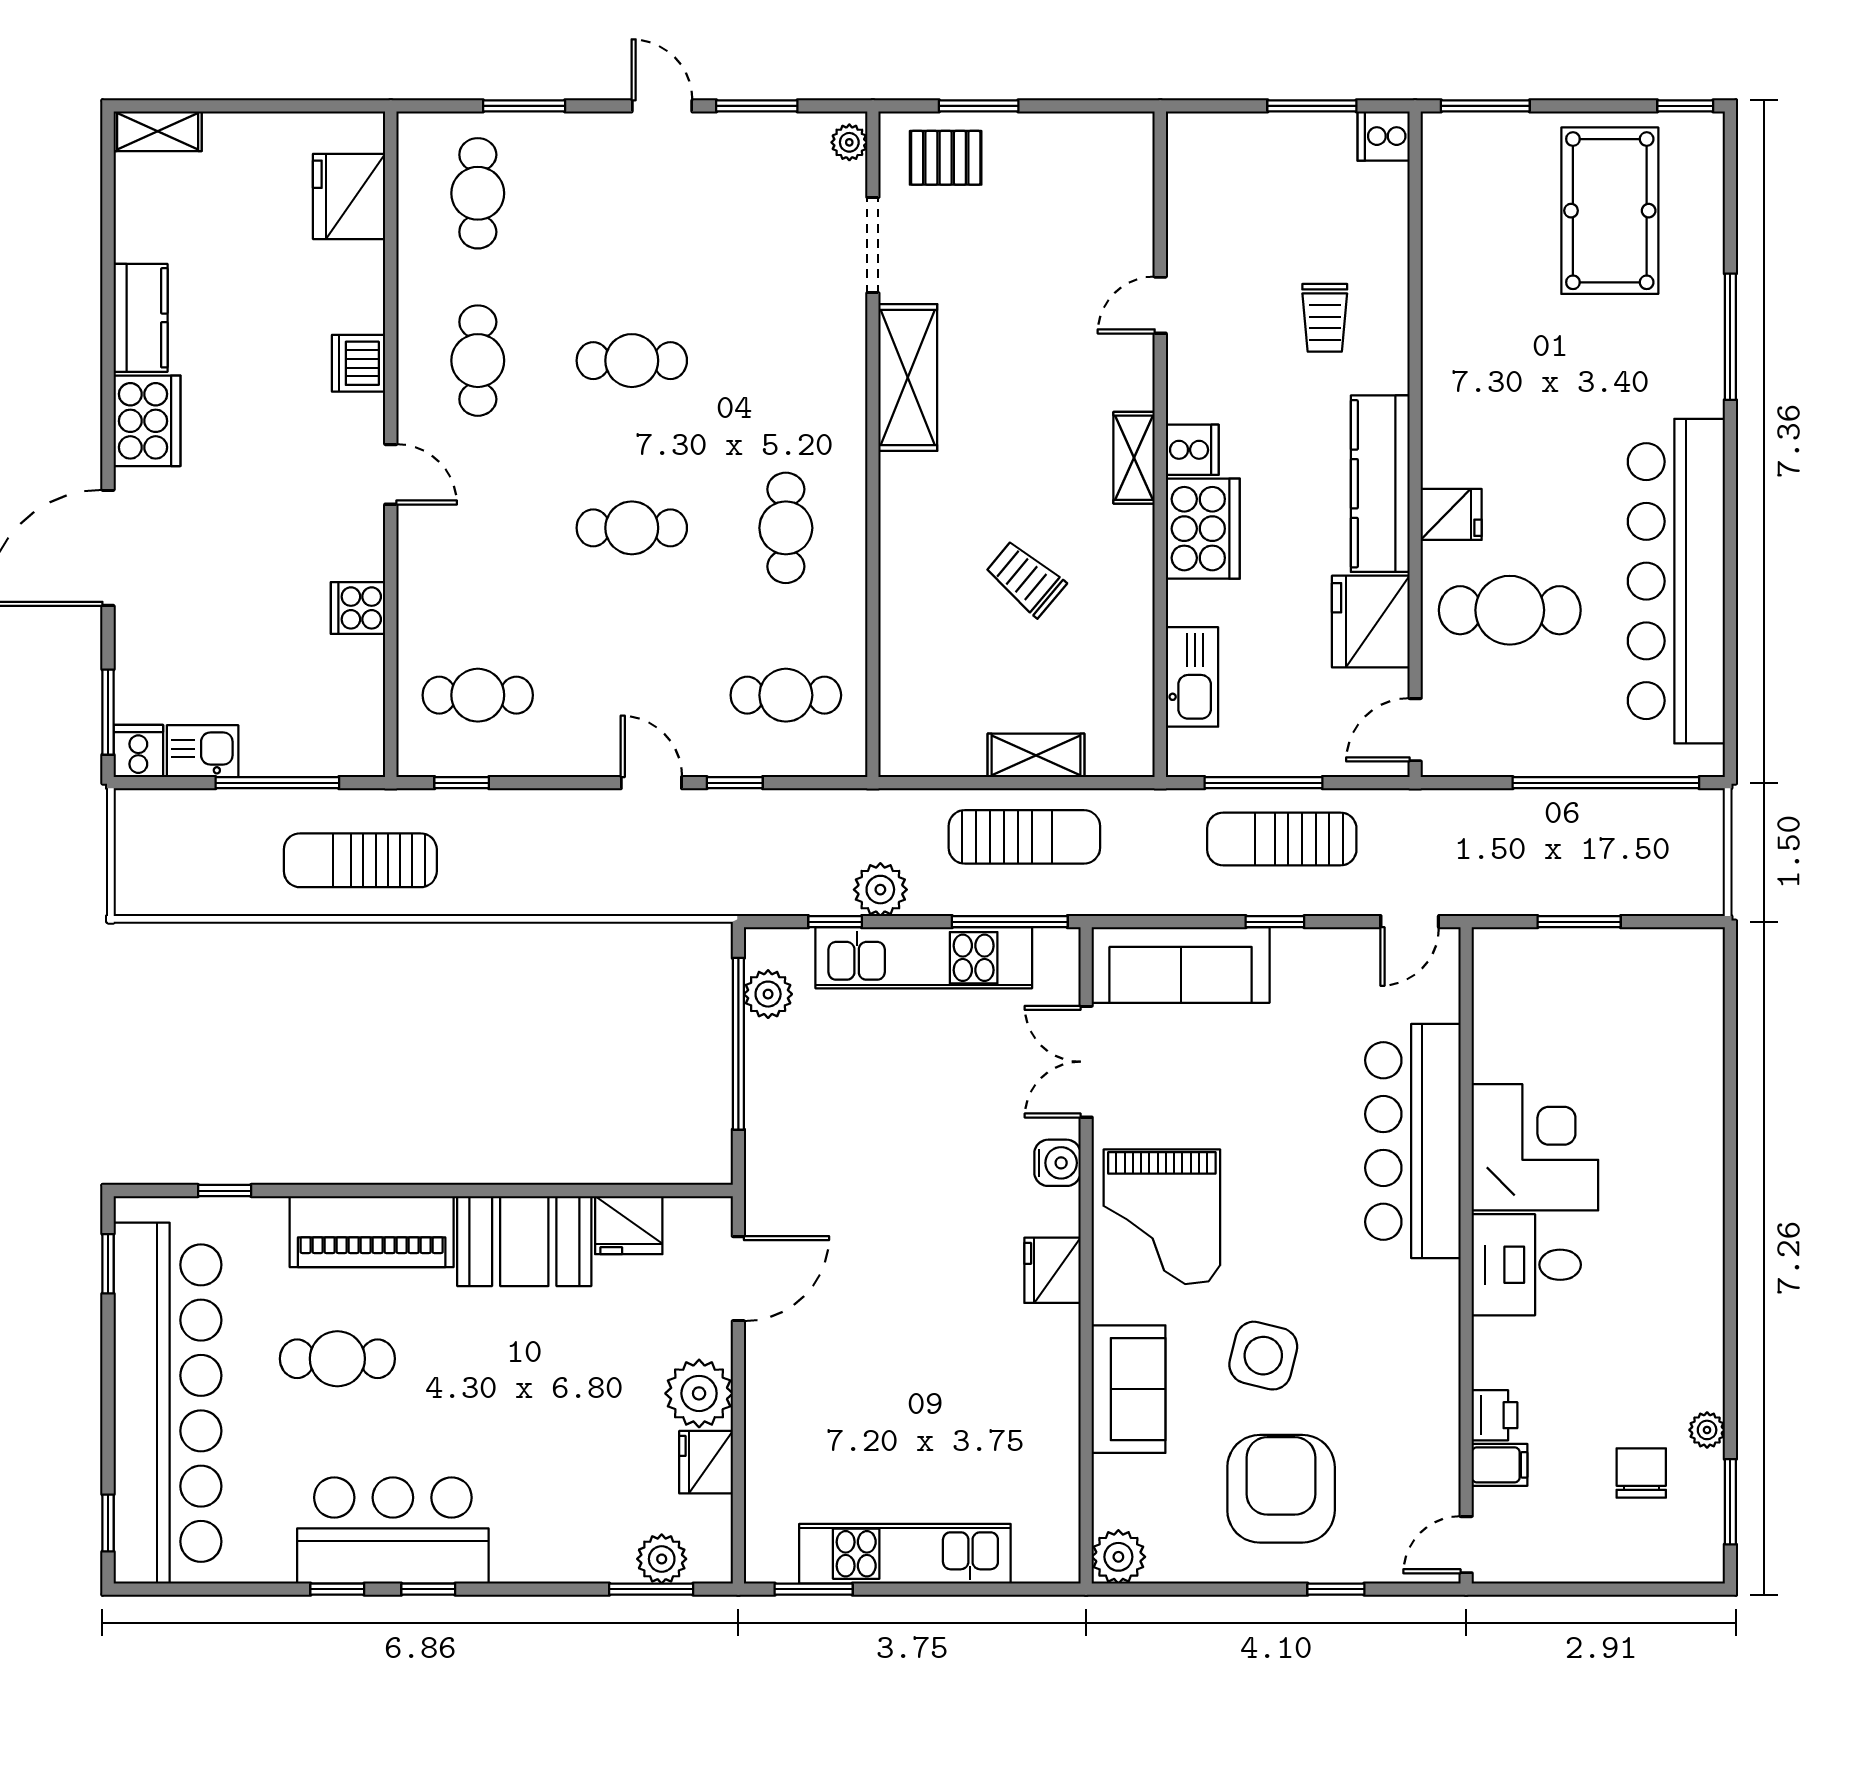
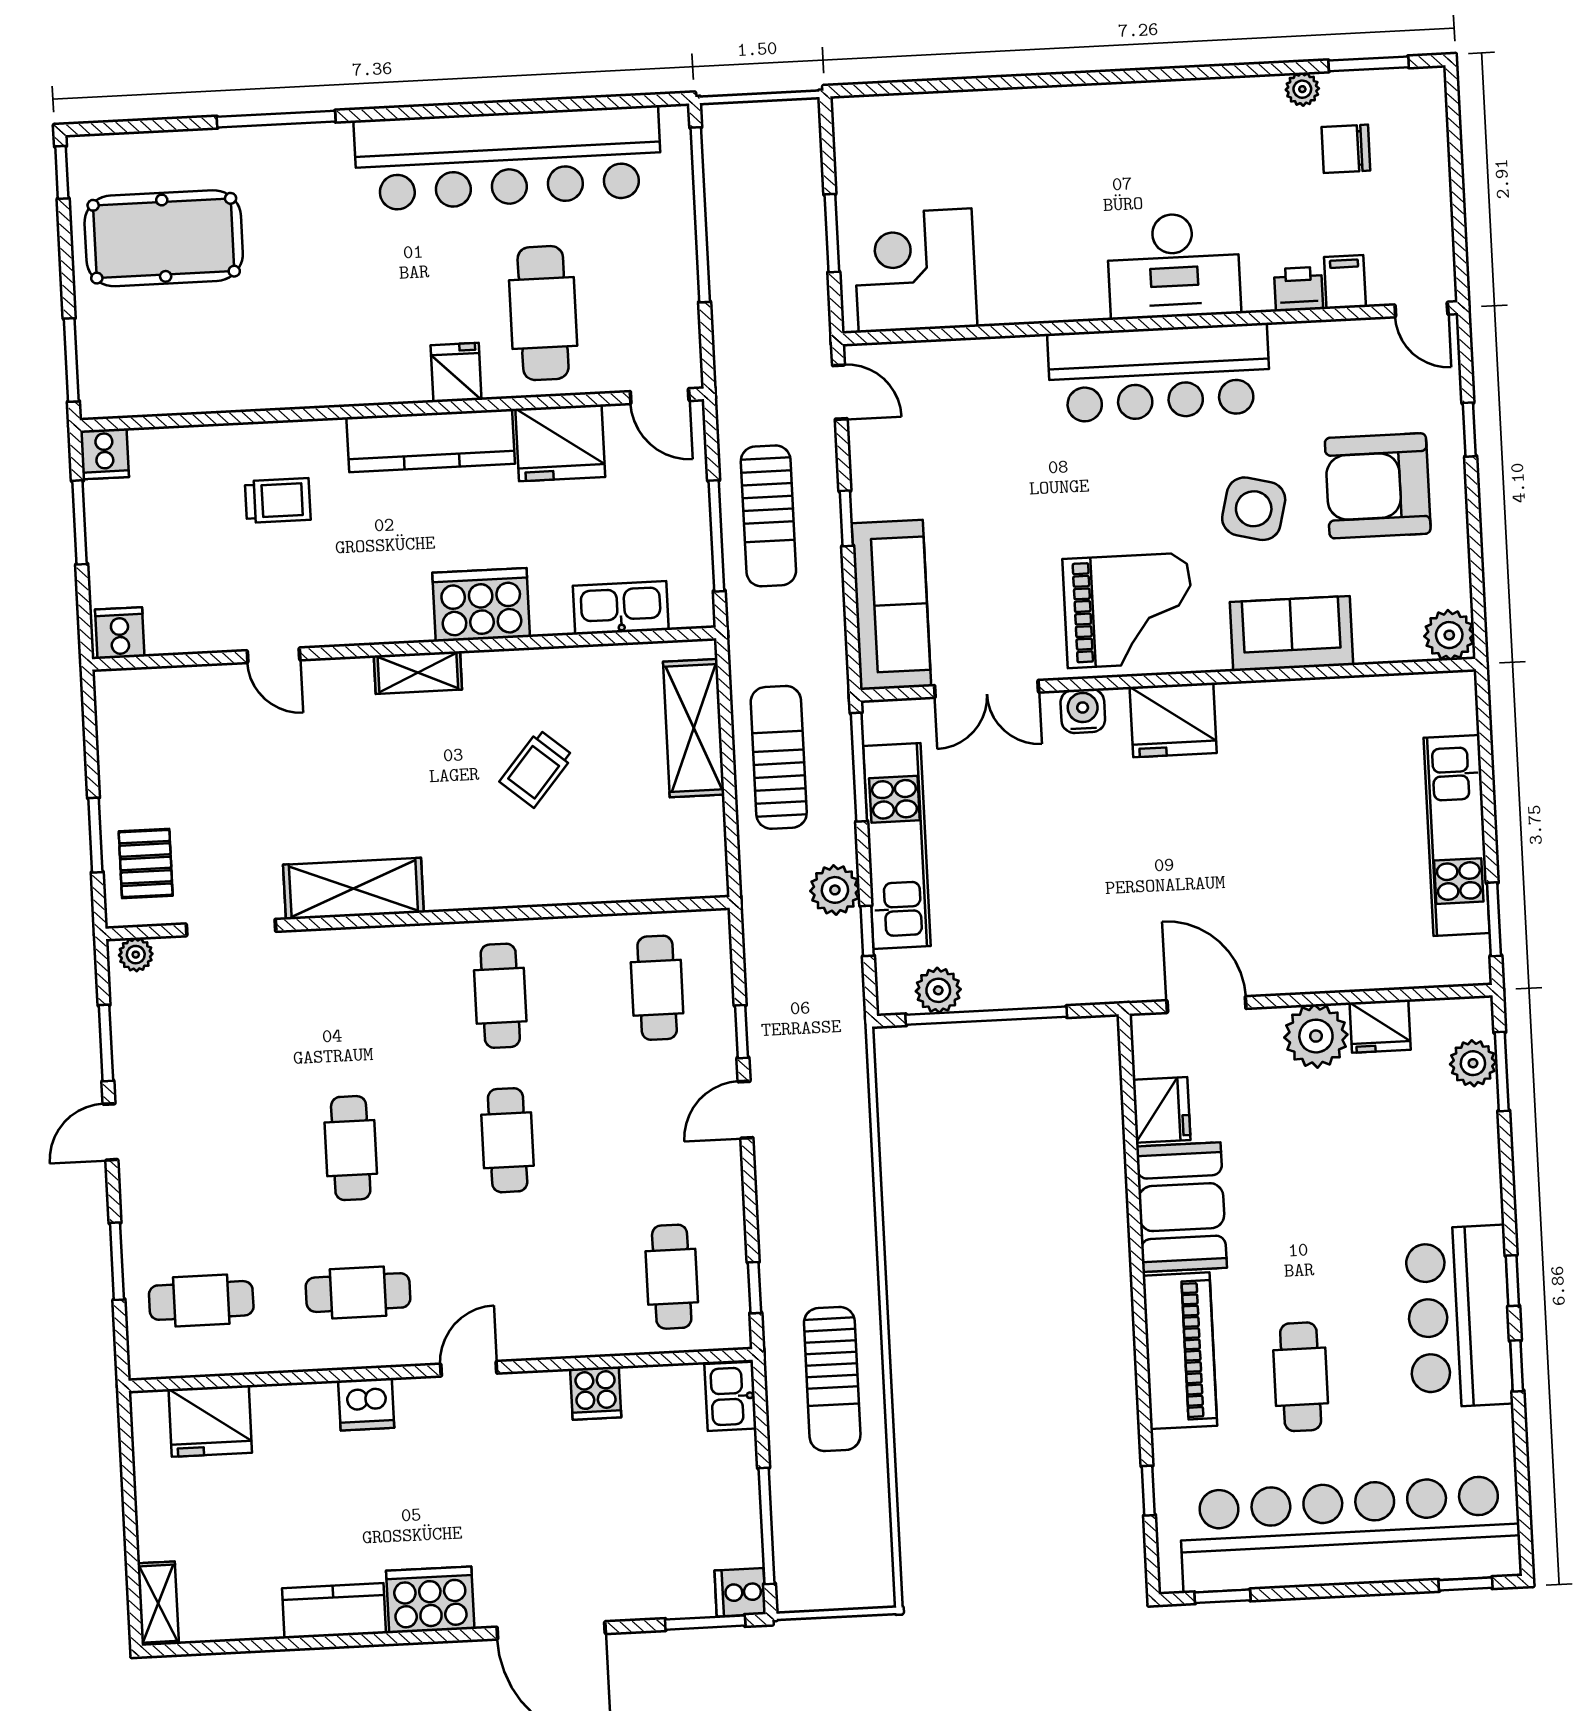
cooker: (1192, 450) -> (120, 633), moved
cafe table: (786, 528) -> (500, 996), turned 90
kitchen sink: (203, 751) -> (730, 1396), moved
shelving: (1036, 755) -> (694, 728), width x1.50, depth x1.33
window: (277, 783) -> (767, 1526), moved
bar counter: (1413, 1141) -> (1159, 373), moved
corner desk: (1535, 1147) -> (915, 271), moved
desk: (1526, 1265) -> (1174, 266), width x1.37
fridge: (1052, 1270) -> (1173, 720), width x1.36, depth x1.34

